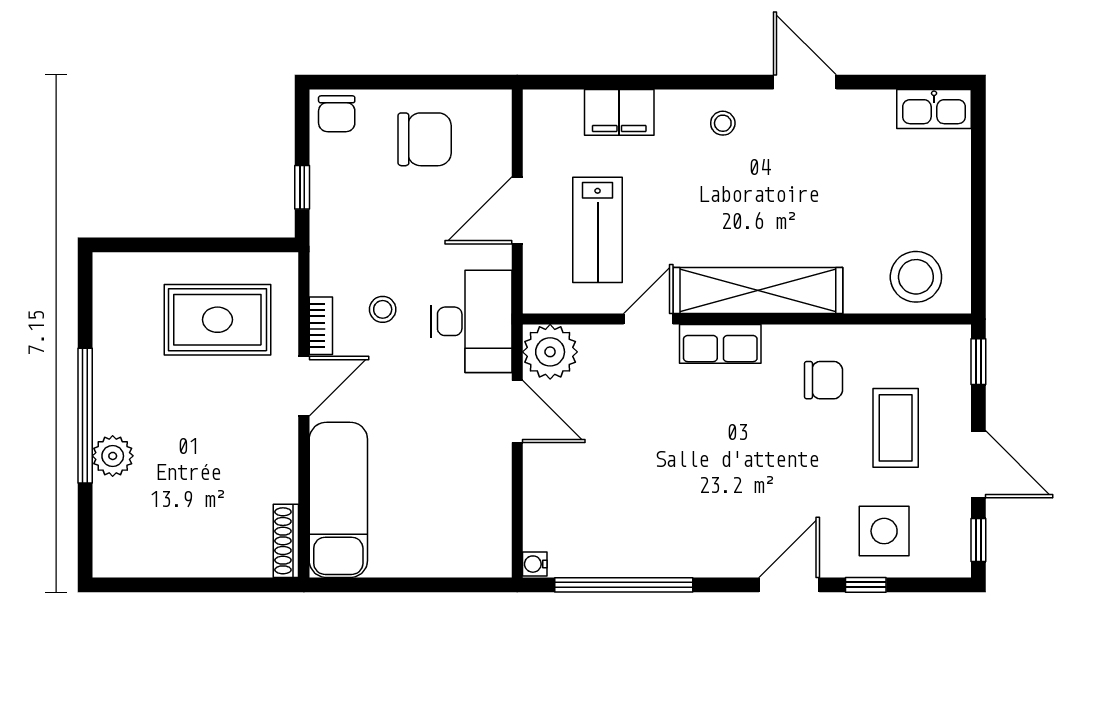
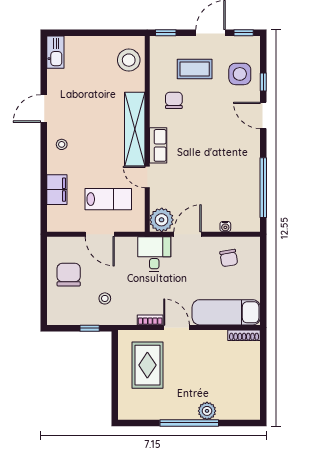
chair: (337, 114) -> (229, 258), moved, turned 80
stool: (383, 309) -> (105, 298), moved
desk: (472, 321) -> (154, 254), width x0.73
water cooler: (535, 564) -> (225, 227), moved

